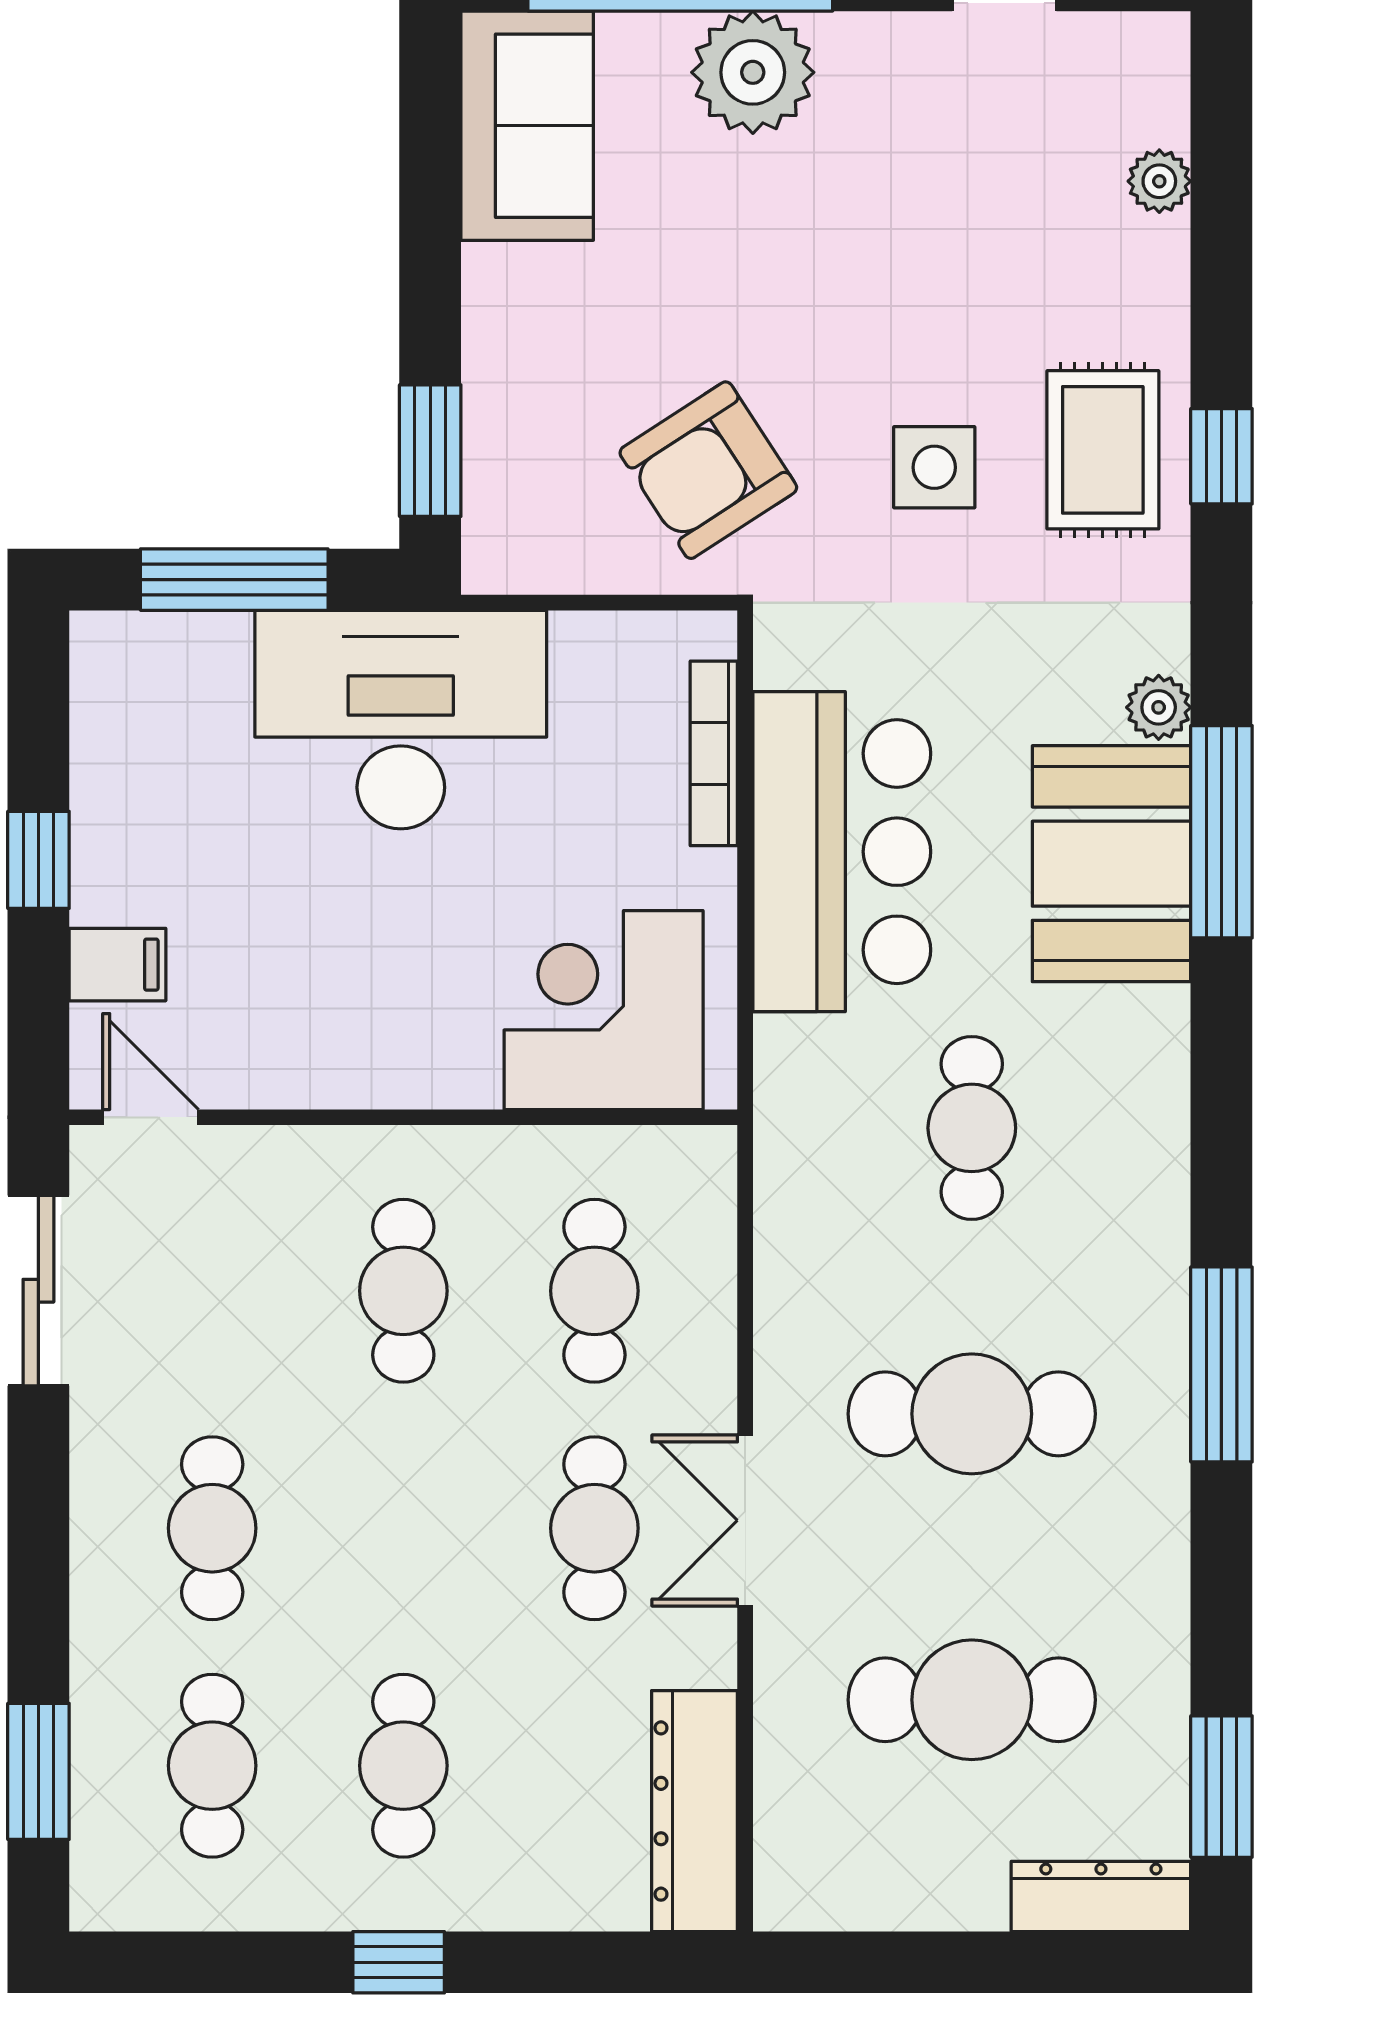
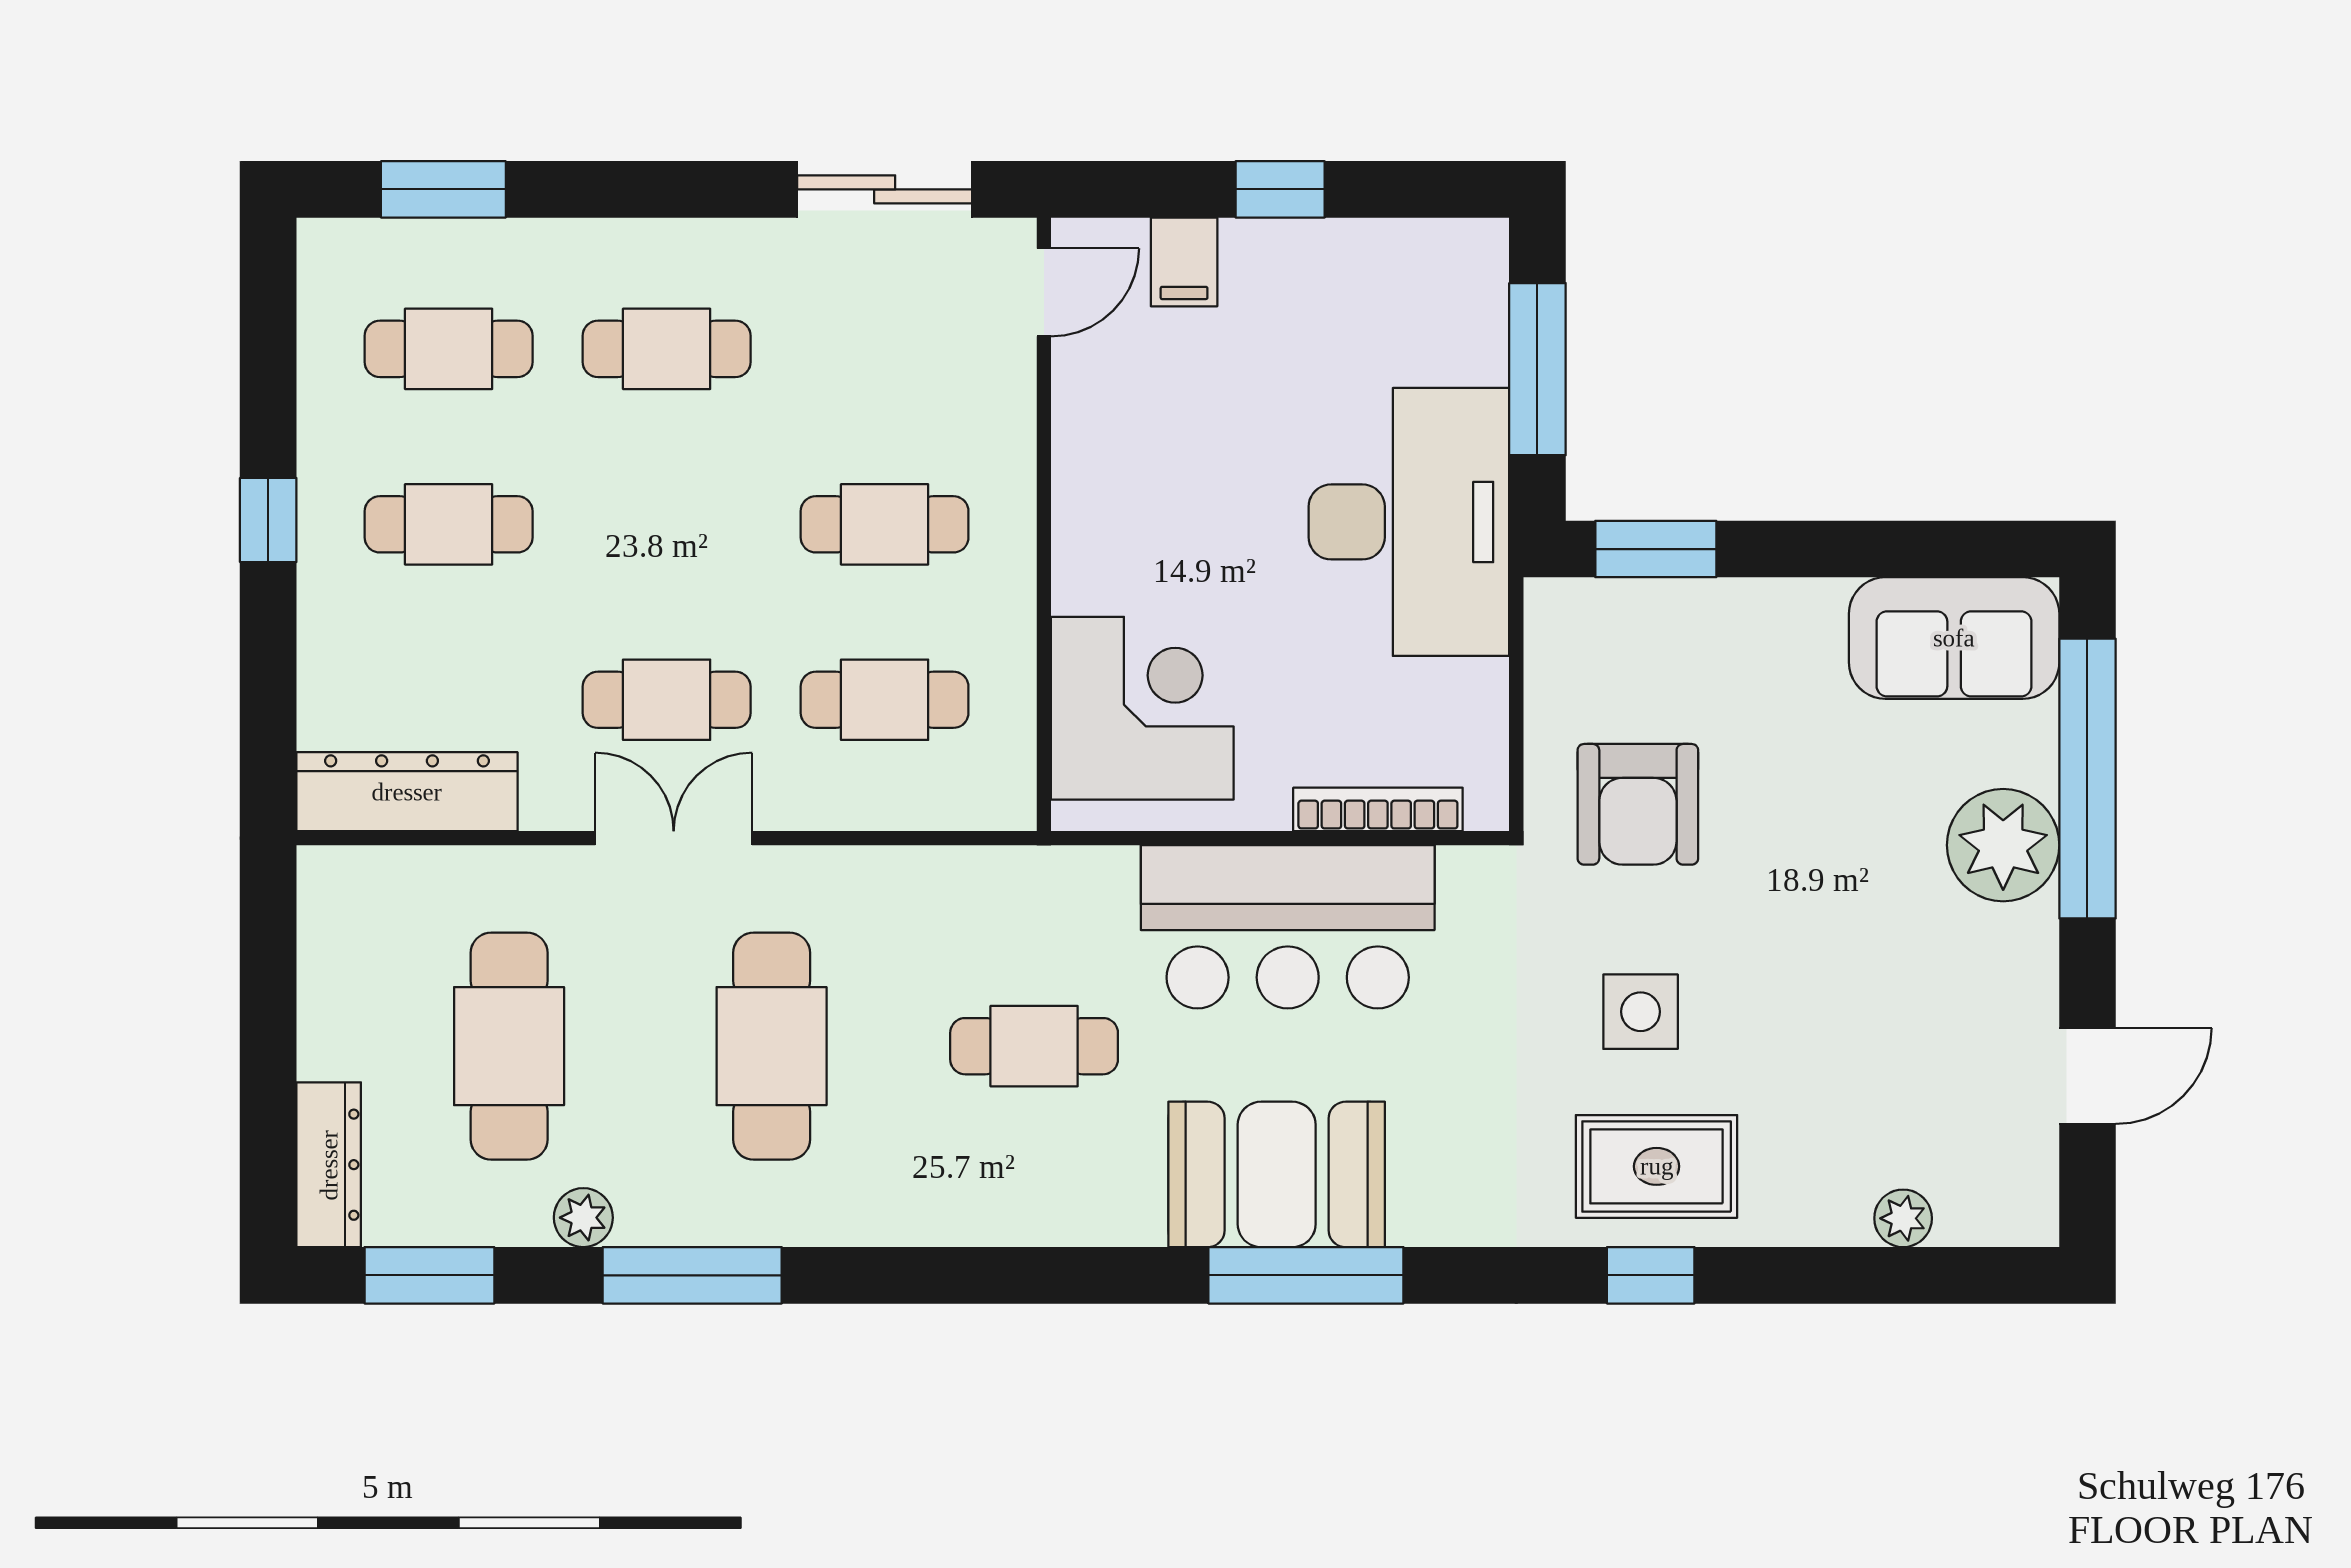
armchair: (708, 470) -> (1638, 804), turned -147
plant: (1159, 707) -> (583, 1218), moved
window: (1221, 1364) -> (692, 1275), moved

